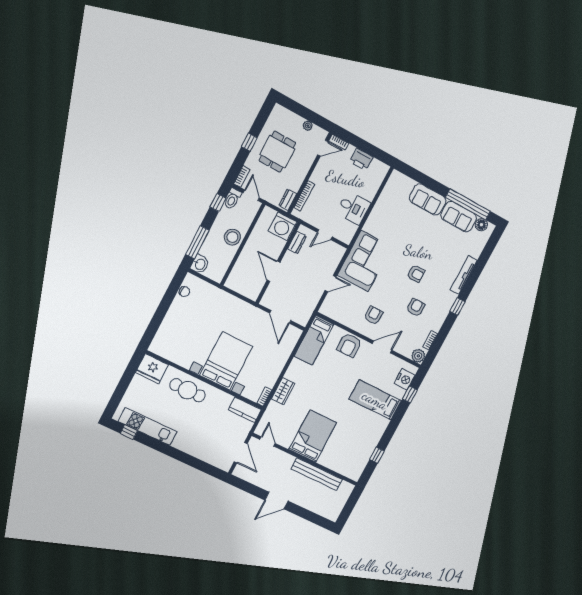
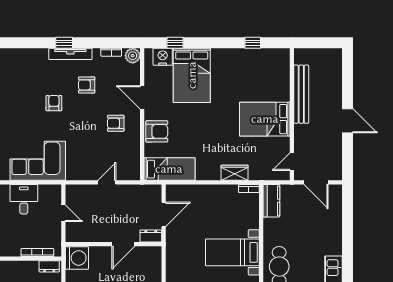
dresser: (297, 243) -> (151, 236), moved
corner sofa: (365, 261) -> (38, 161), moved
tv unit: (464, 275) -> (70, 54), moved
door: (330, 284) -> (107, 182), hinge flipped
bed with nightstands: (226, 361) -> (232, 252), width x0.73
bed: (375, 400) -> (192, 75), width x1.50
door: (241, 453) -> (316, 182), swing flipped

